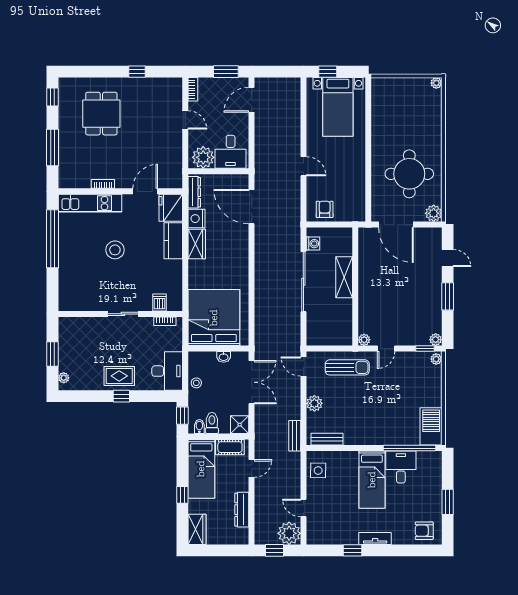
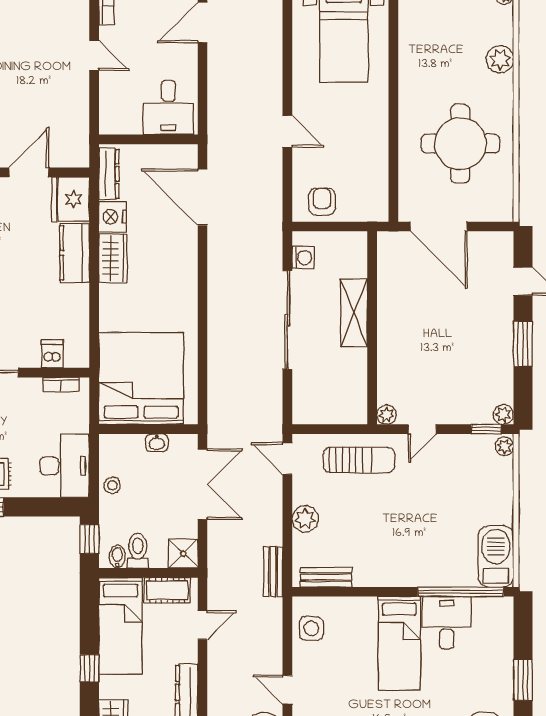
plant: (203, 157) -> (124, 117), removed
plant: (434, 213) -> (500, 59), moved

